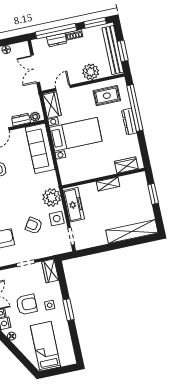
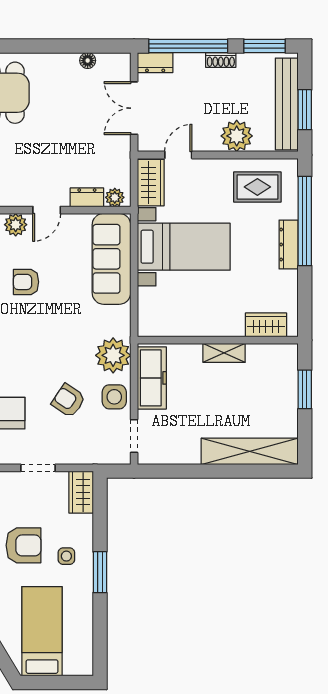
dresser: (57, 40) -> (155, 63), moved

